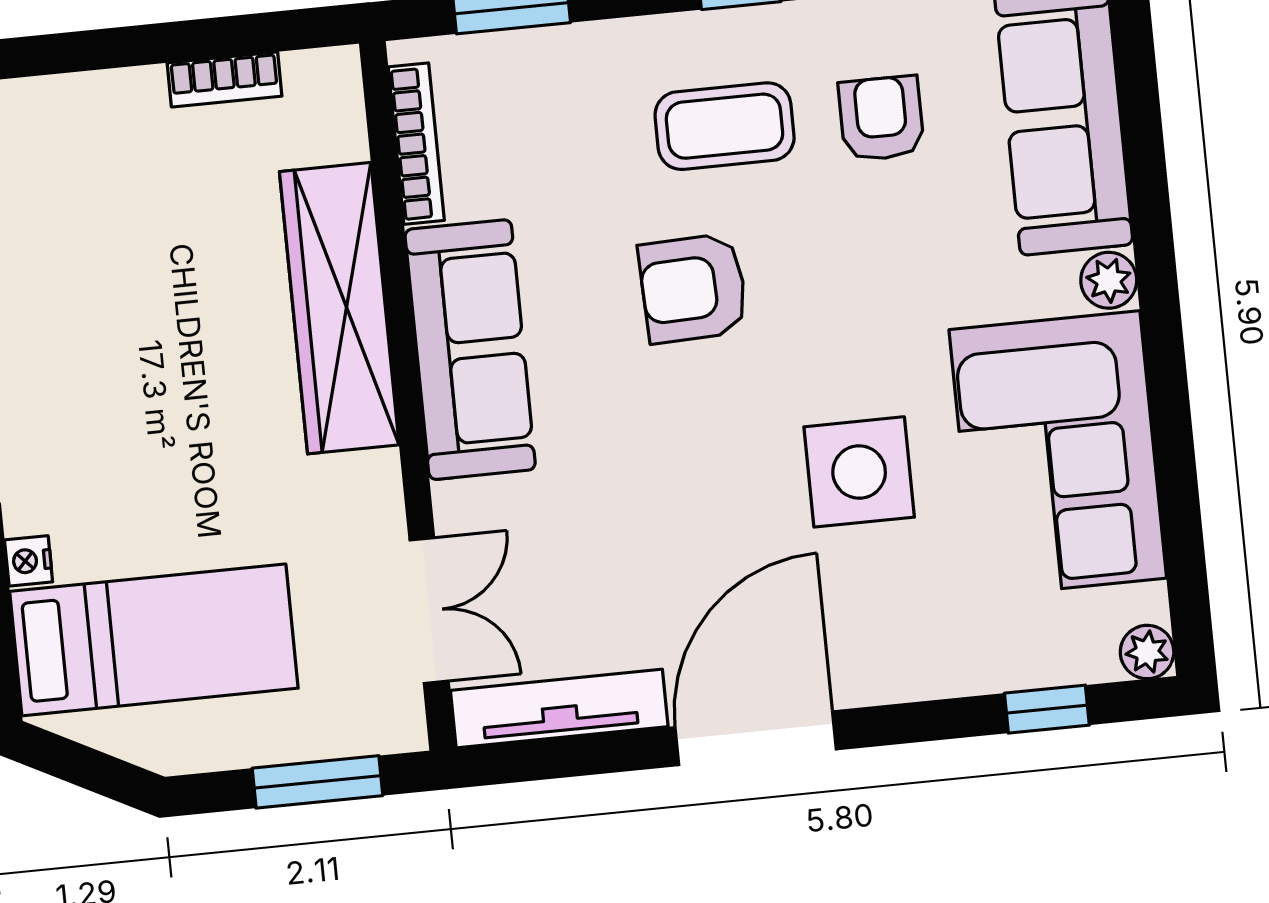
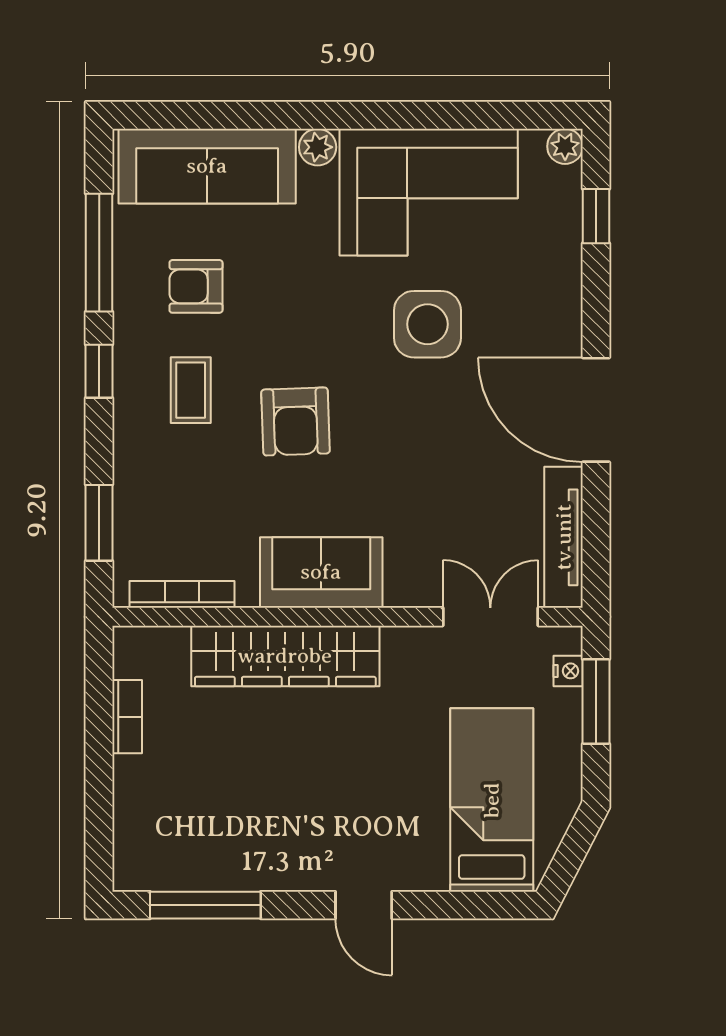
coffee table: (725, 126) -> (191, 390), width x0.73, depth x0.77
sofa: (470, 350) -> (321, 572), width x0.73
nightstand: (29, 561) -> (568, 671), moved, turned -90

